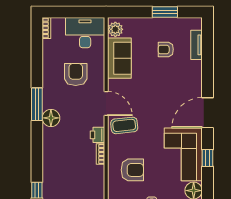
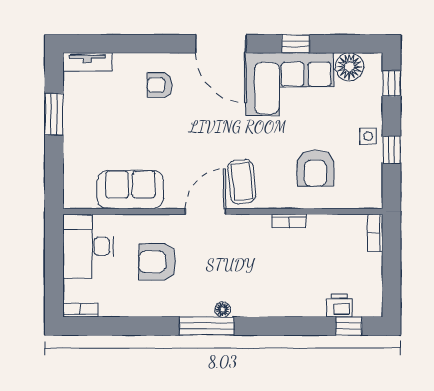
plant: (115, 29) -> (83, 196), removed
tv unit: (196, 45) -> (87, 62), moved
armchair: (166, 49) -> (160, 85), moved, turned 90
floor lamp: (51, 118) -> (223, 310), width x0.53, depth x0.53
printer: (97, 135) -> (339, 306), moved, turned 180
armchair: (132, 170) -> (315, 168), turned 180

